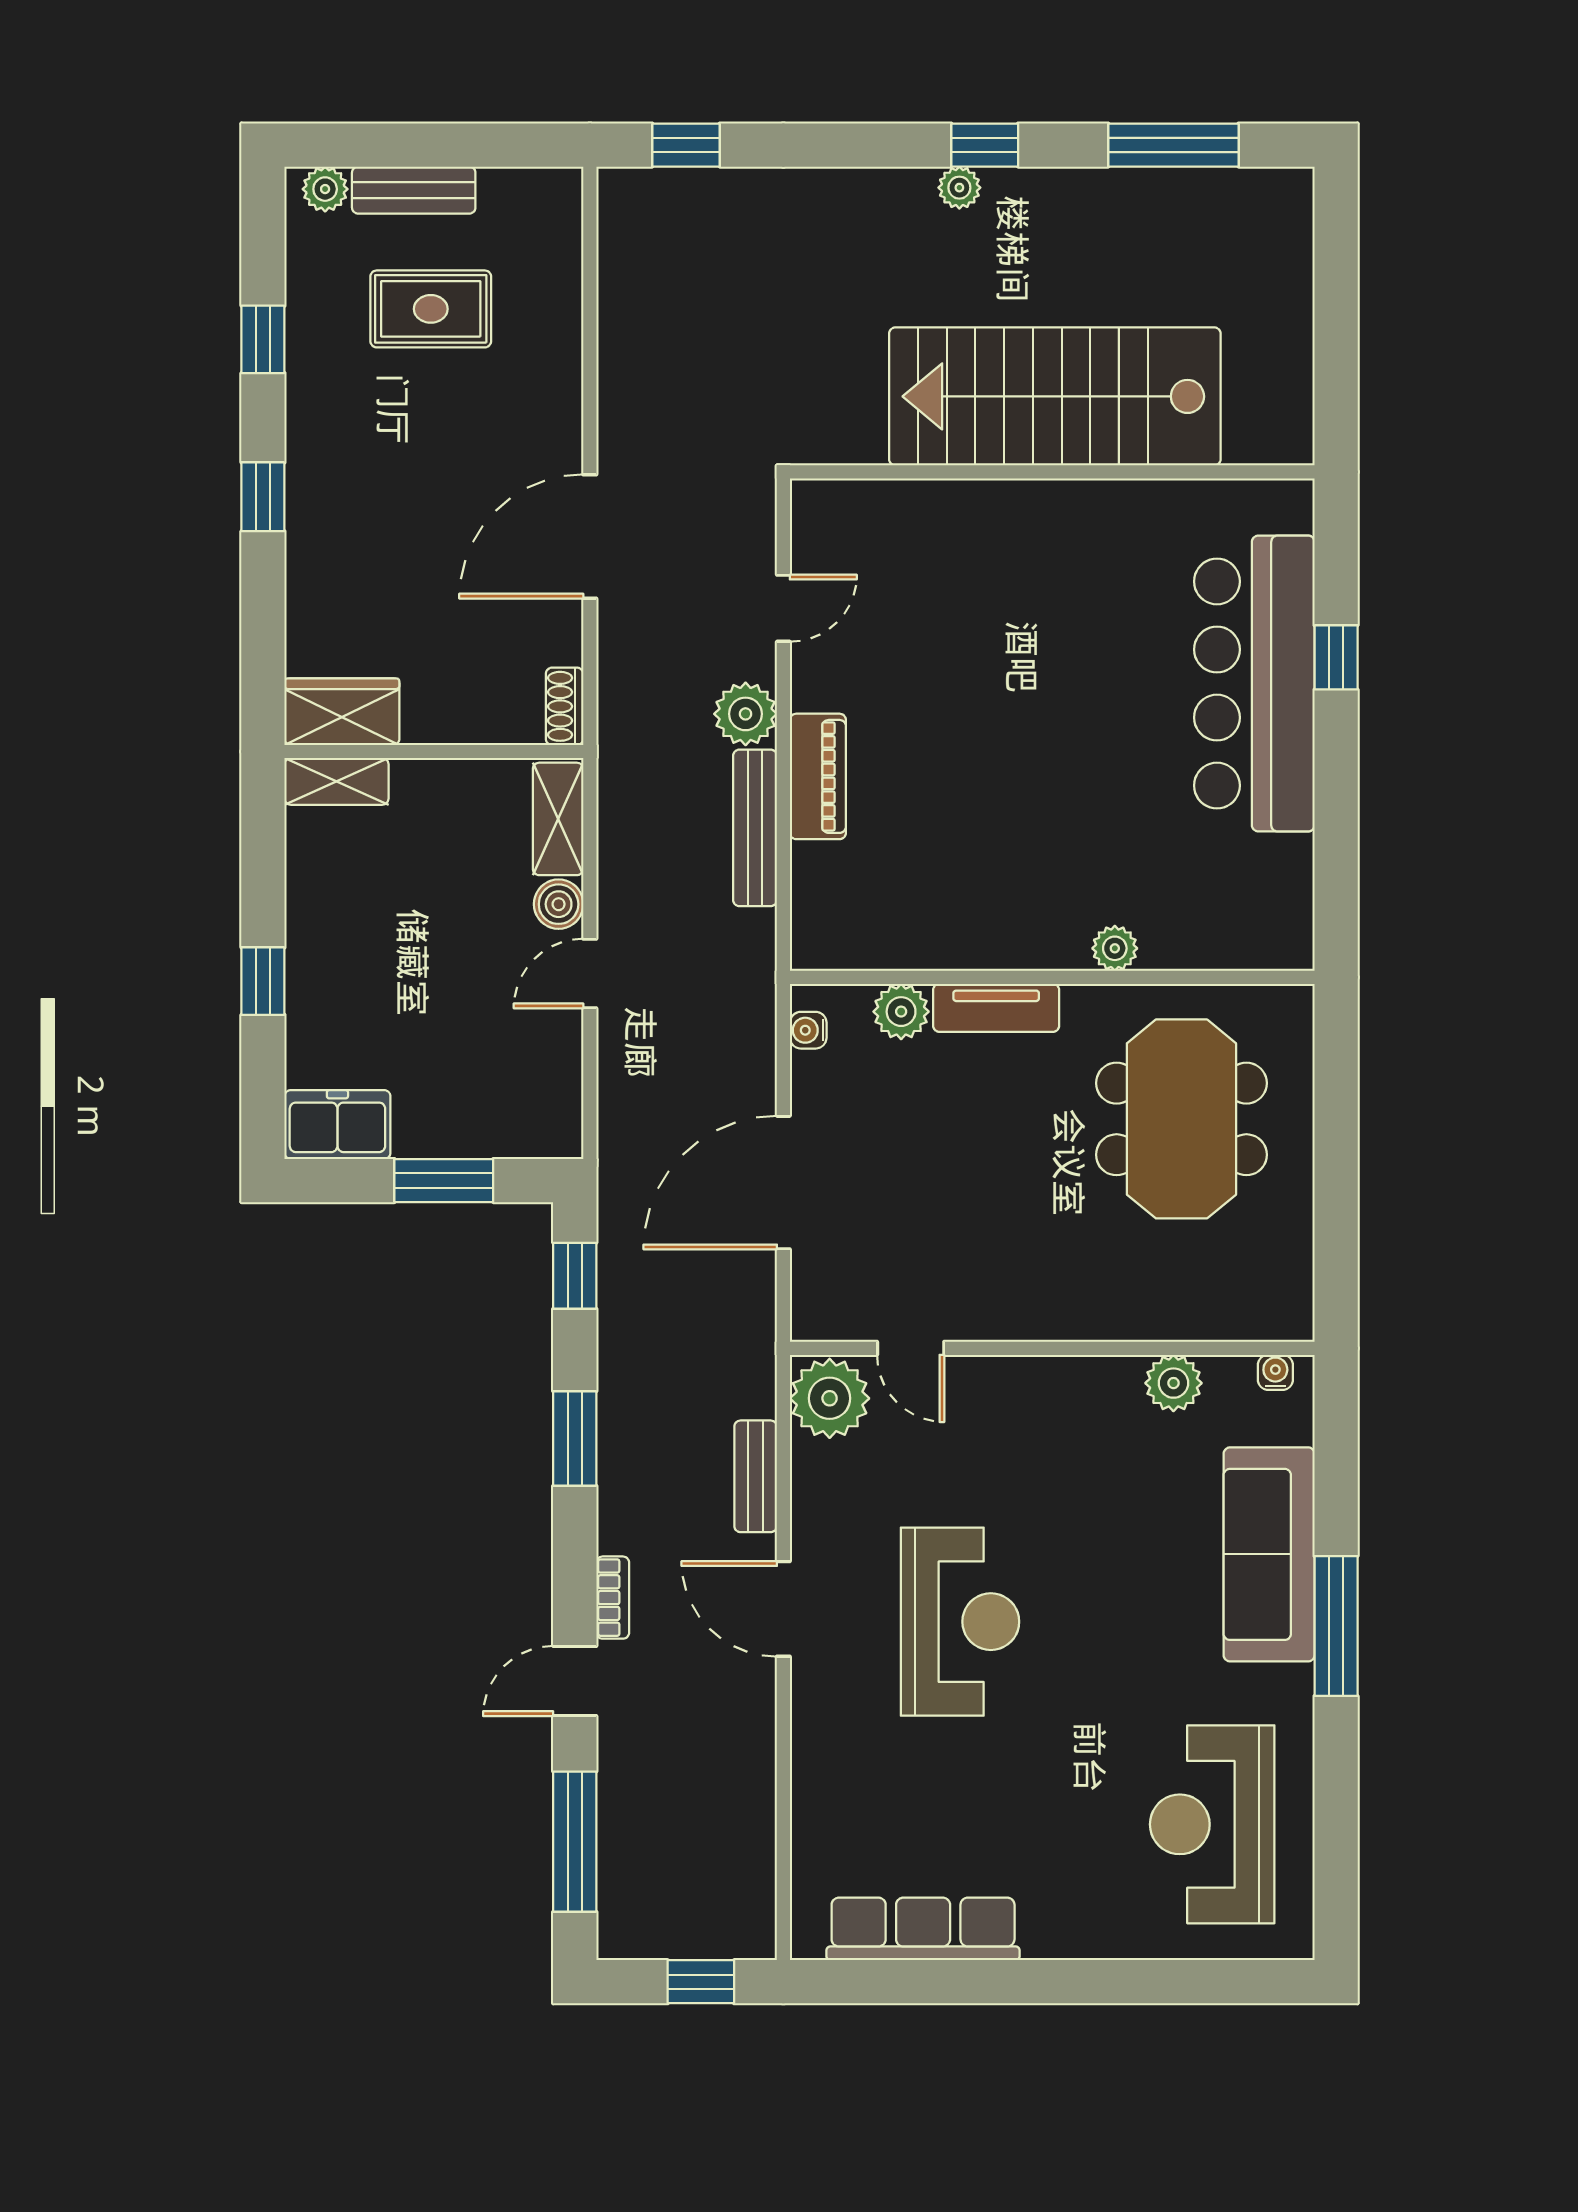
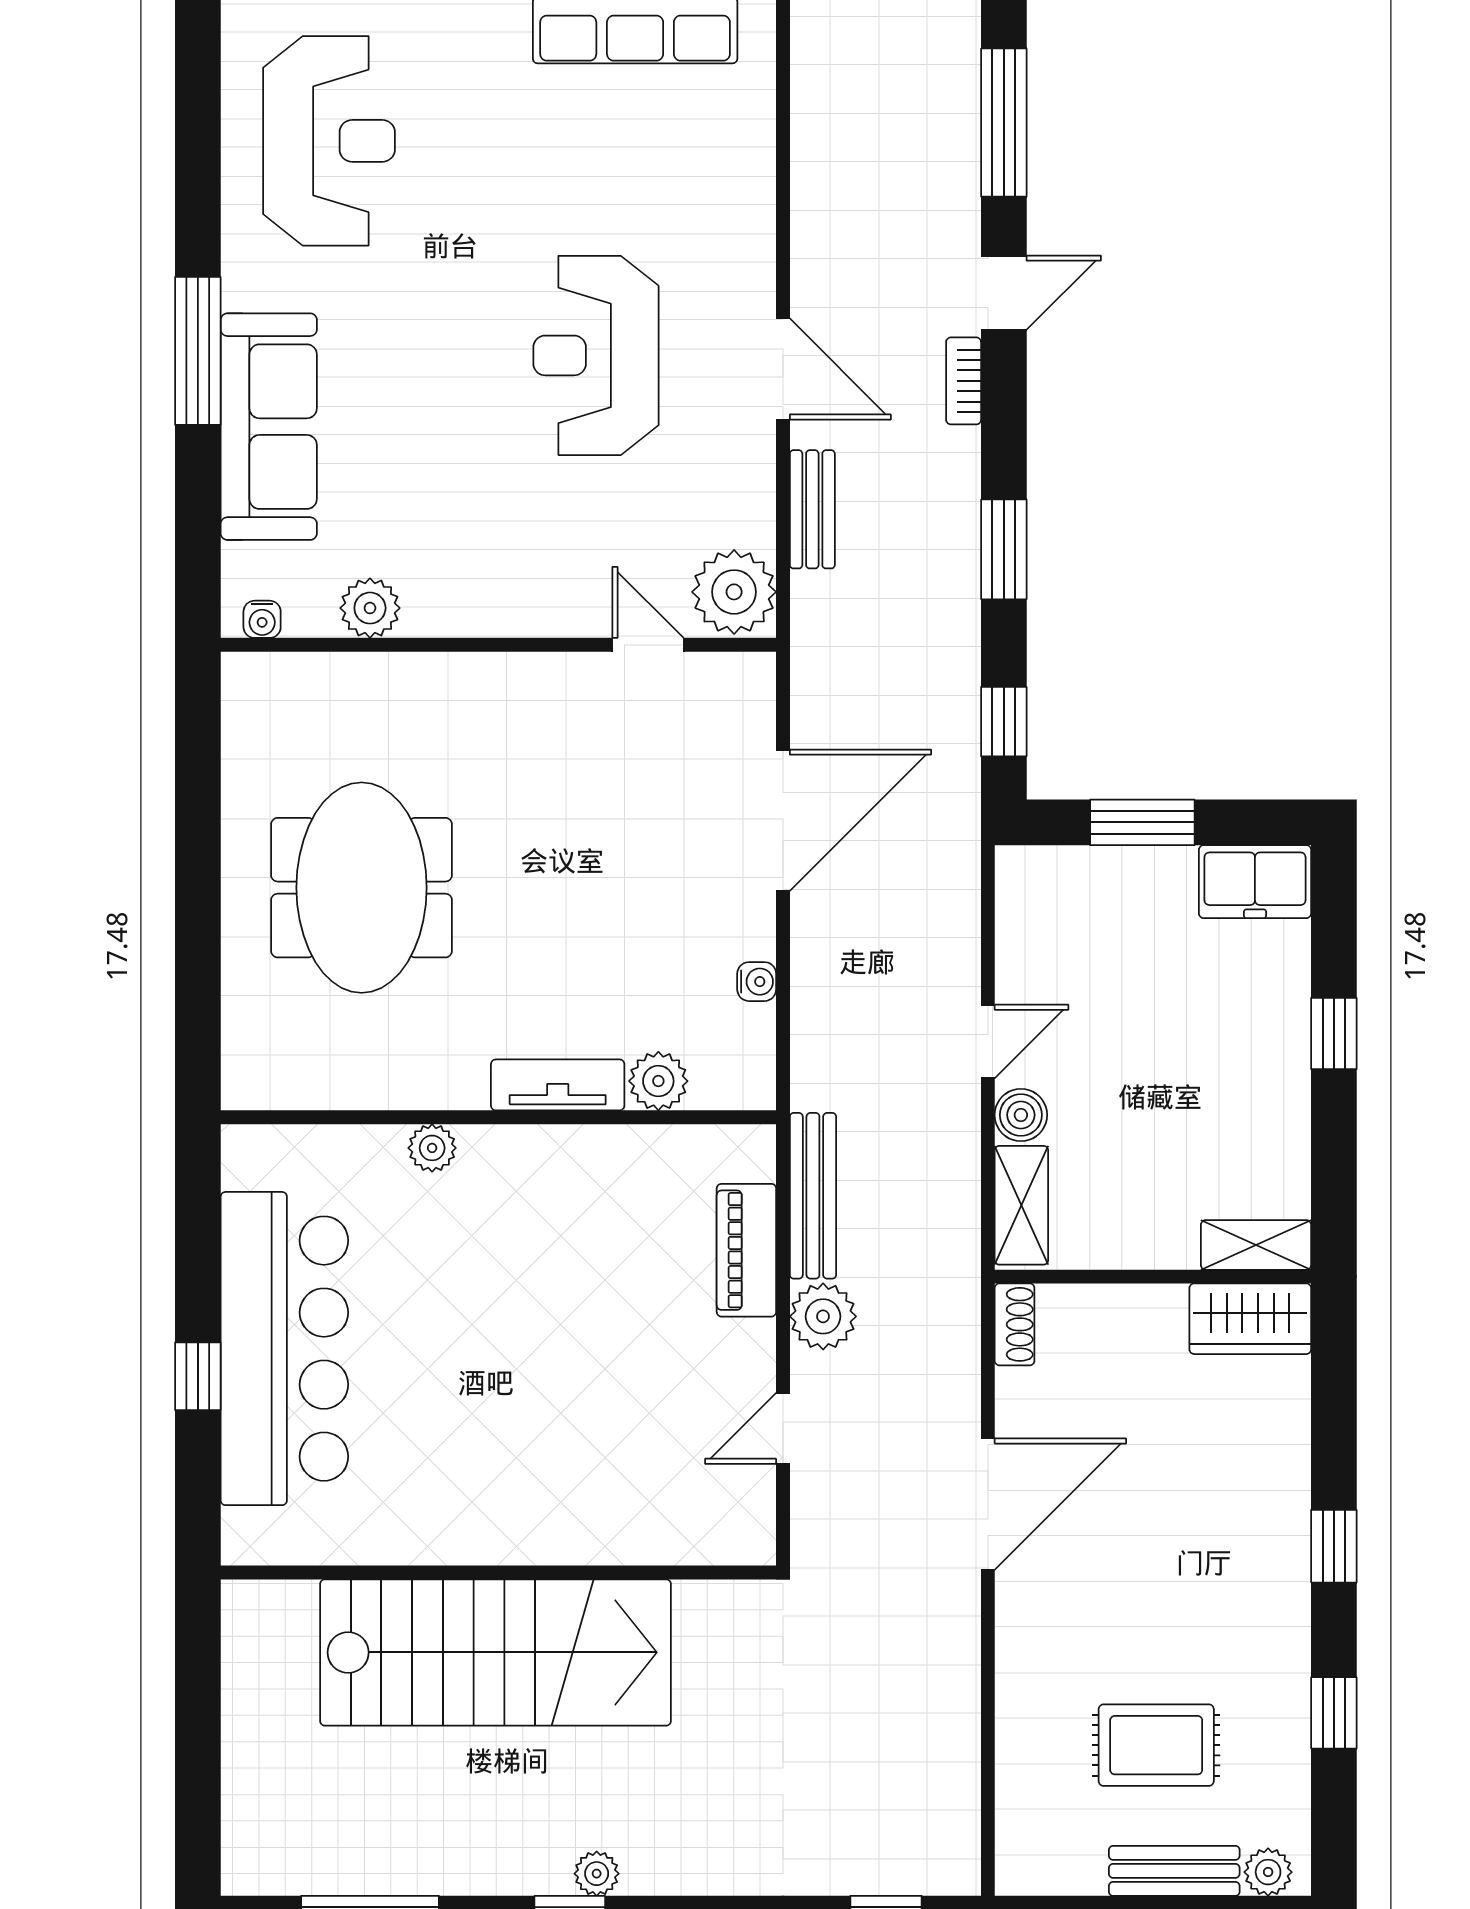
plant: (1115, 948) -> (432, 1148), moved
wall: (1052, 977) -> (498, 1117), moved
tv unit: (996, 1008) -> (558, 1085), moved
plant: (901, 1012) -> (658, 1081), moved

